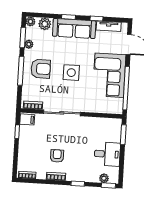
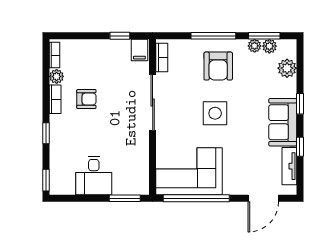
plant: (31, 21) -> (269, 46), moved
sofa: (74, 28) -> (283, 122), width x0.73
corner sofa: (109, 75) -> (189, 171), moved
plant: (104, 178) -> (57, 76), moved

